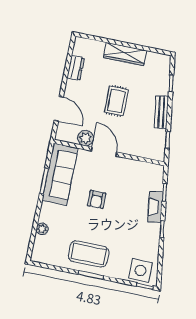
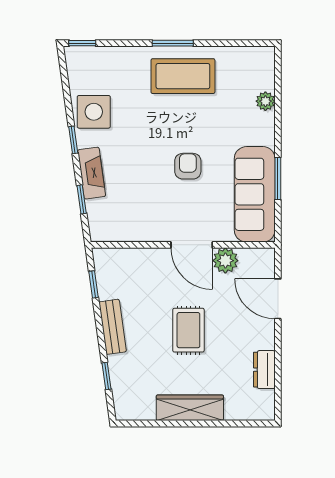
side table: (140, 270) -> (94, 112), moved

